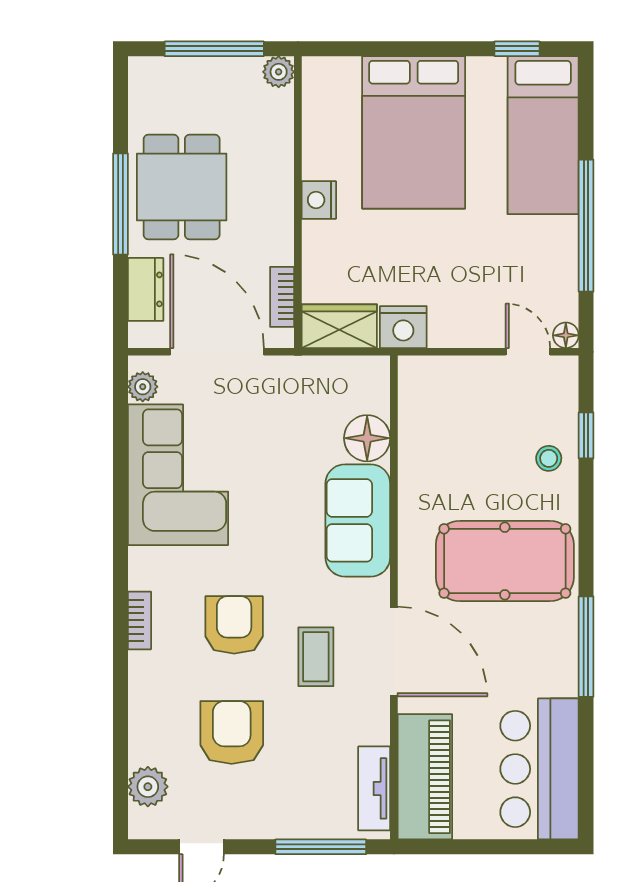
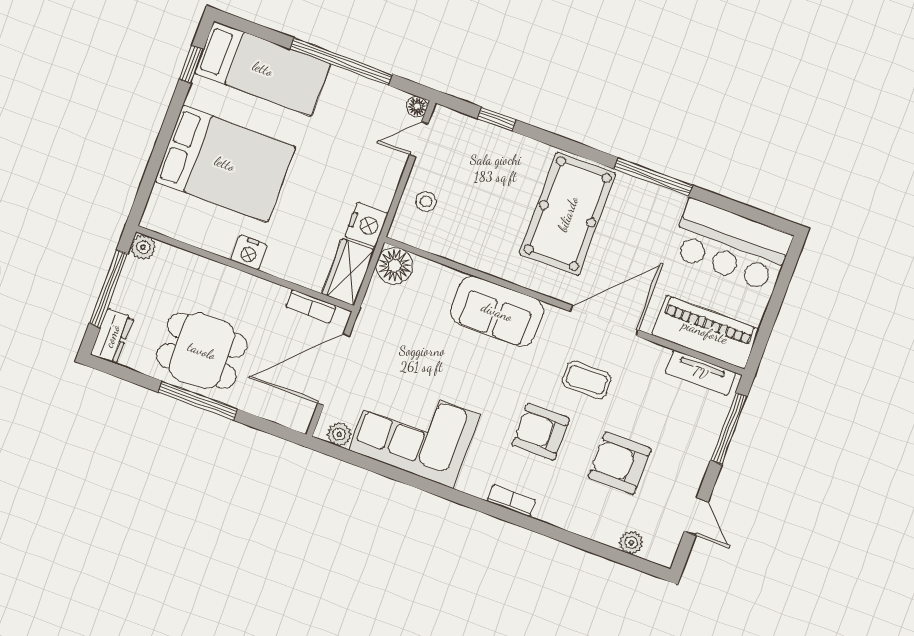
dresser: (146, 289) -> (112, 336), moved, turned 90
floor lamp: (367, 438) -> (395, 266), moved
stool: (549, 458) -> (426, 201), moved
plant: (148, 787) -> (631, 543), width x0.73, depth x0.73

